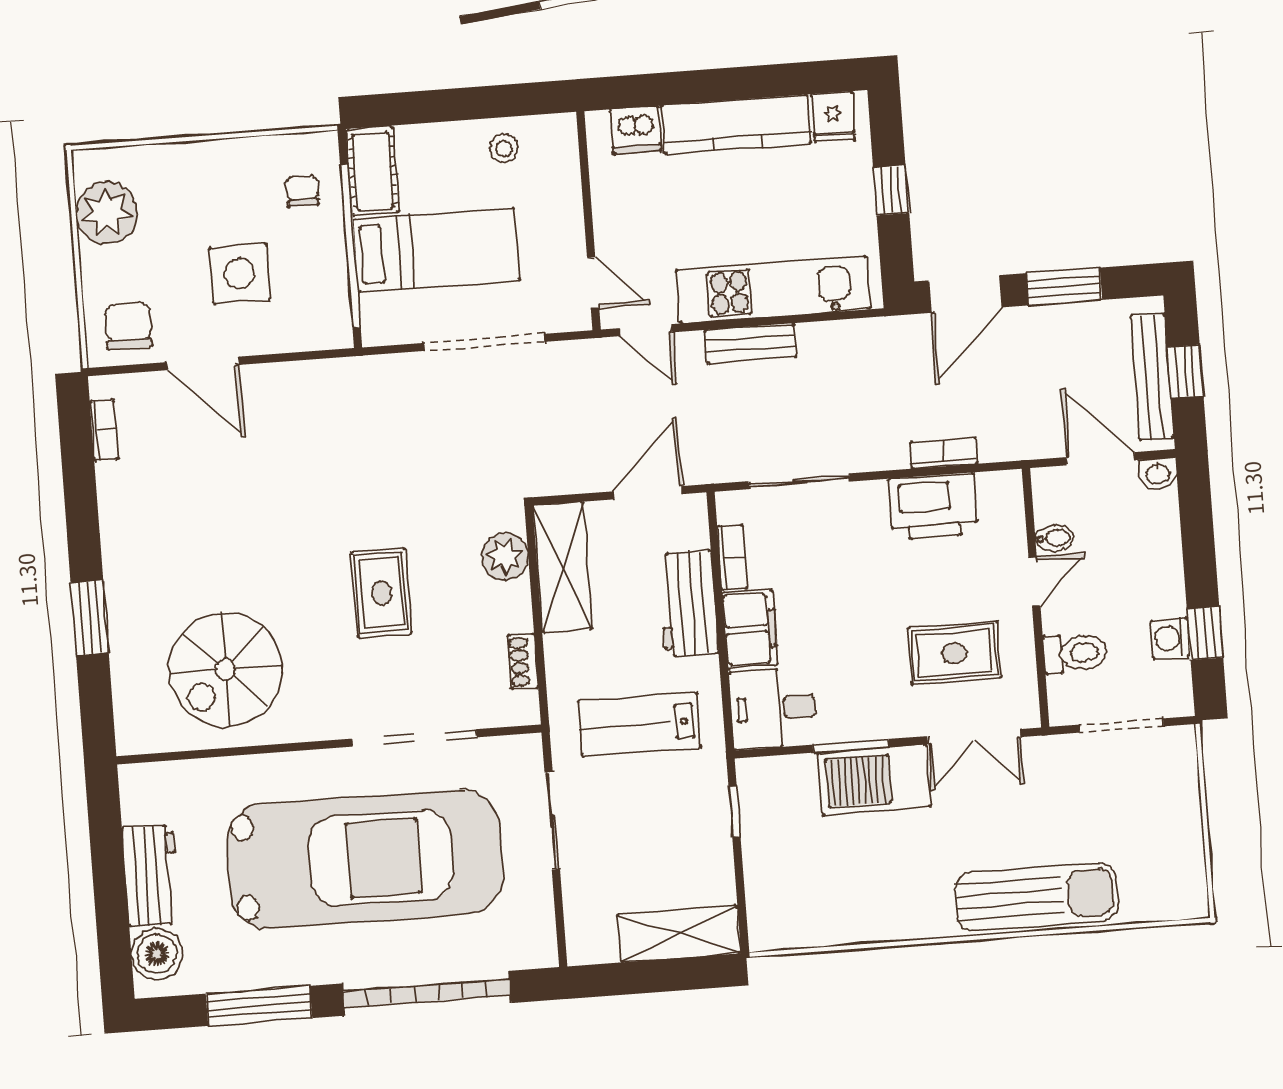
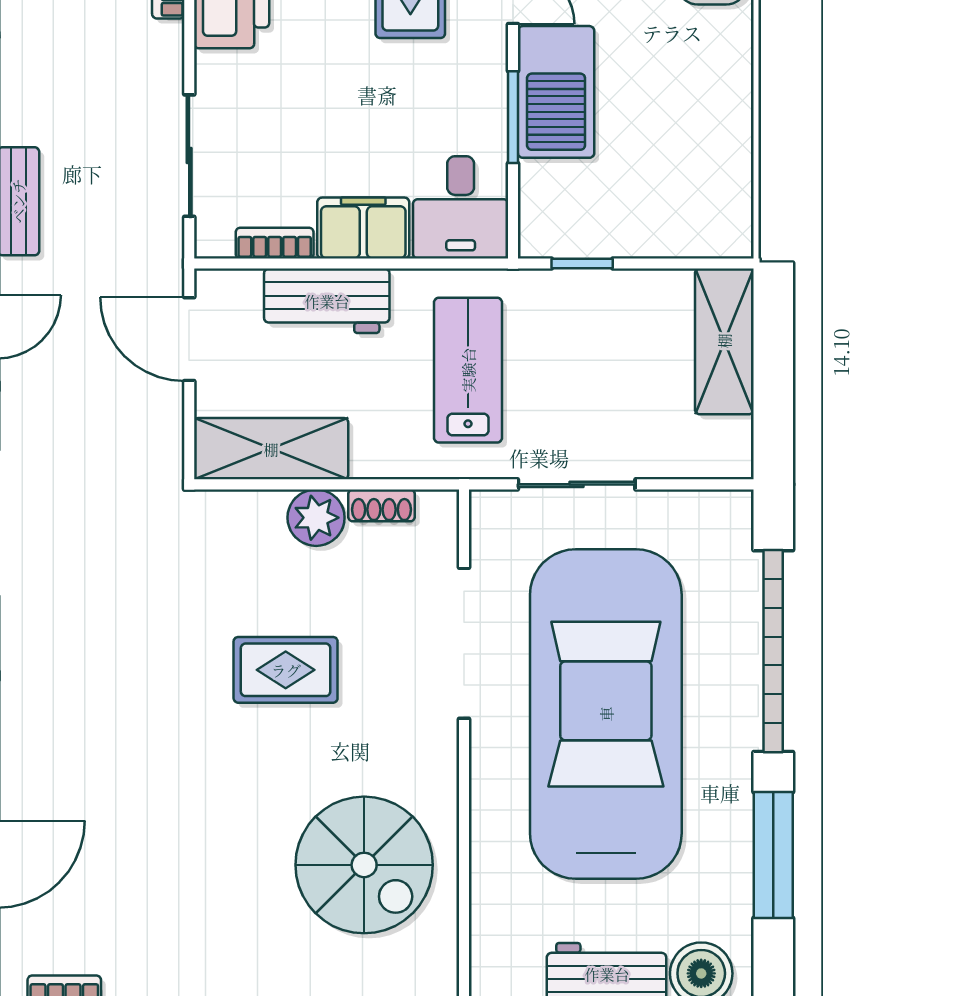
plant: (505, 556) -> (316, 518), moved
lab bench: (640, 724) -> (468, 370), turned 180

